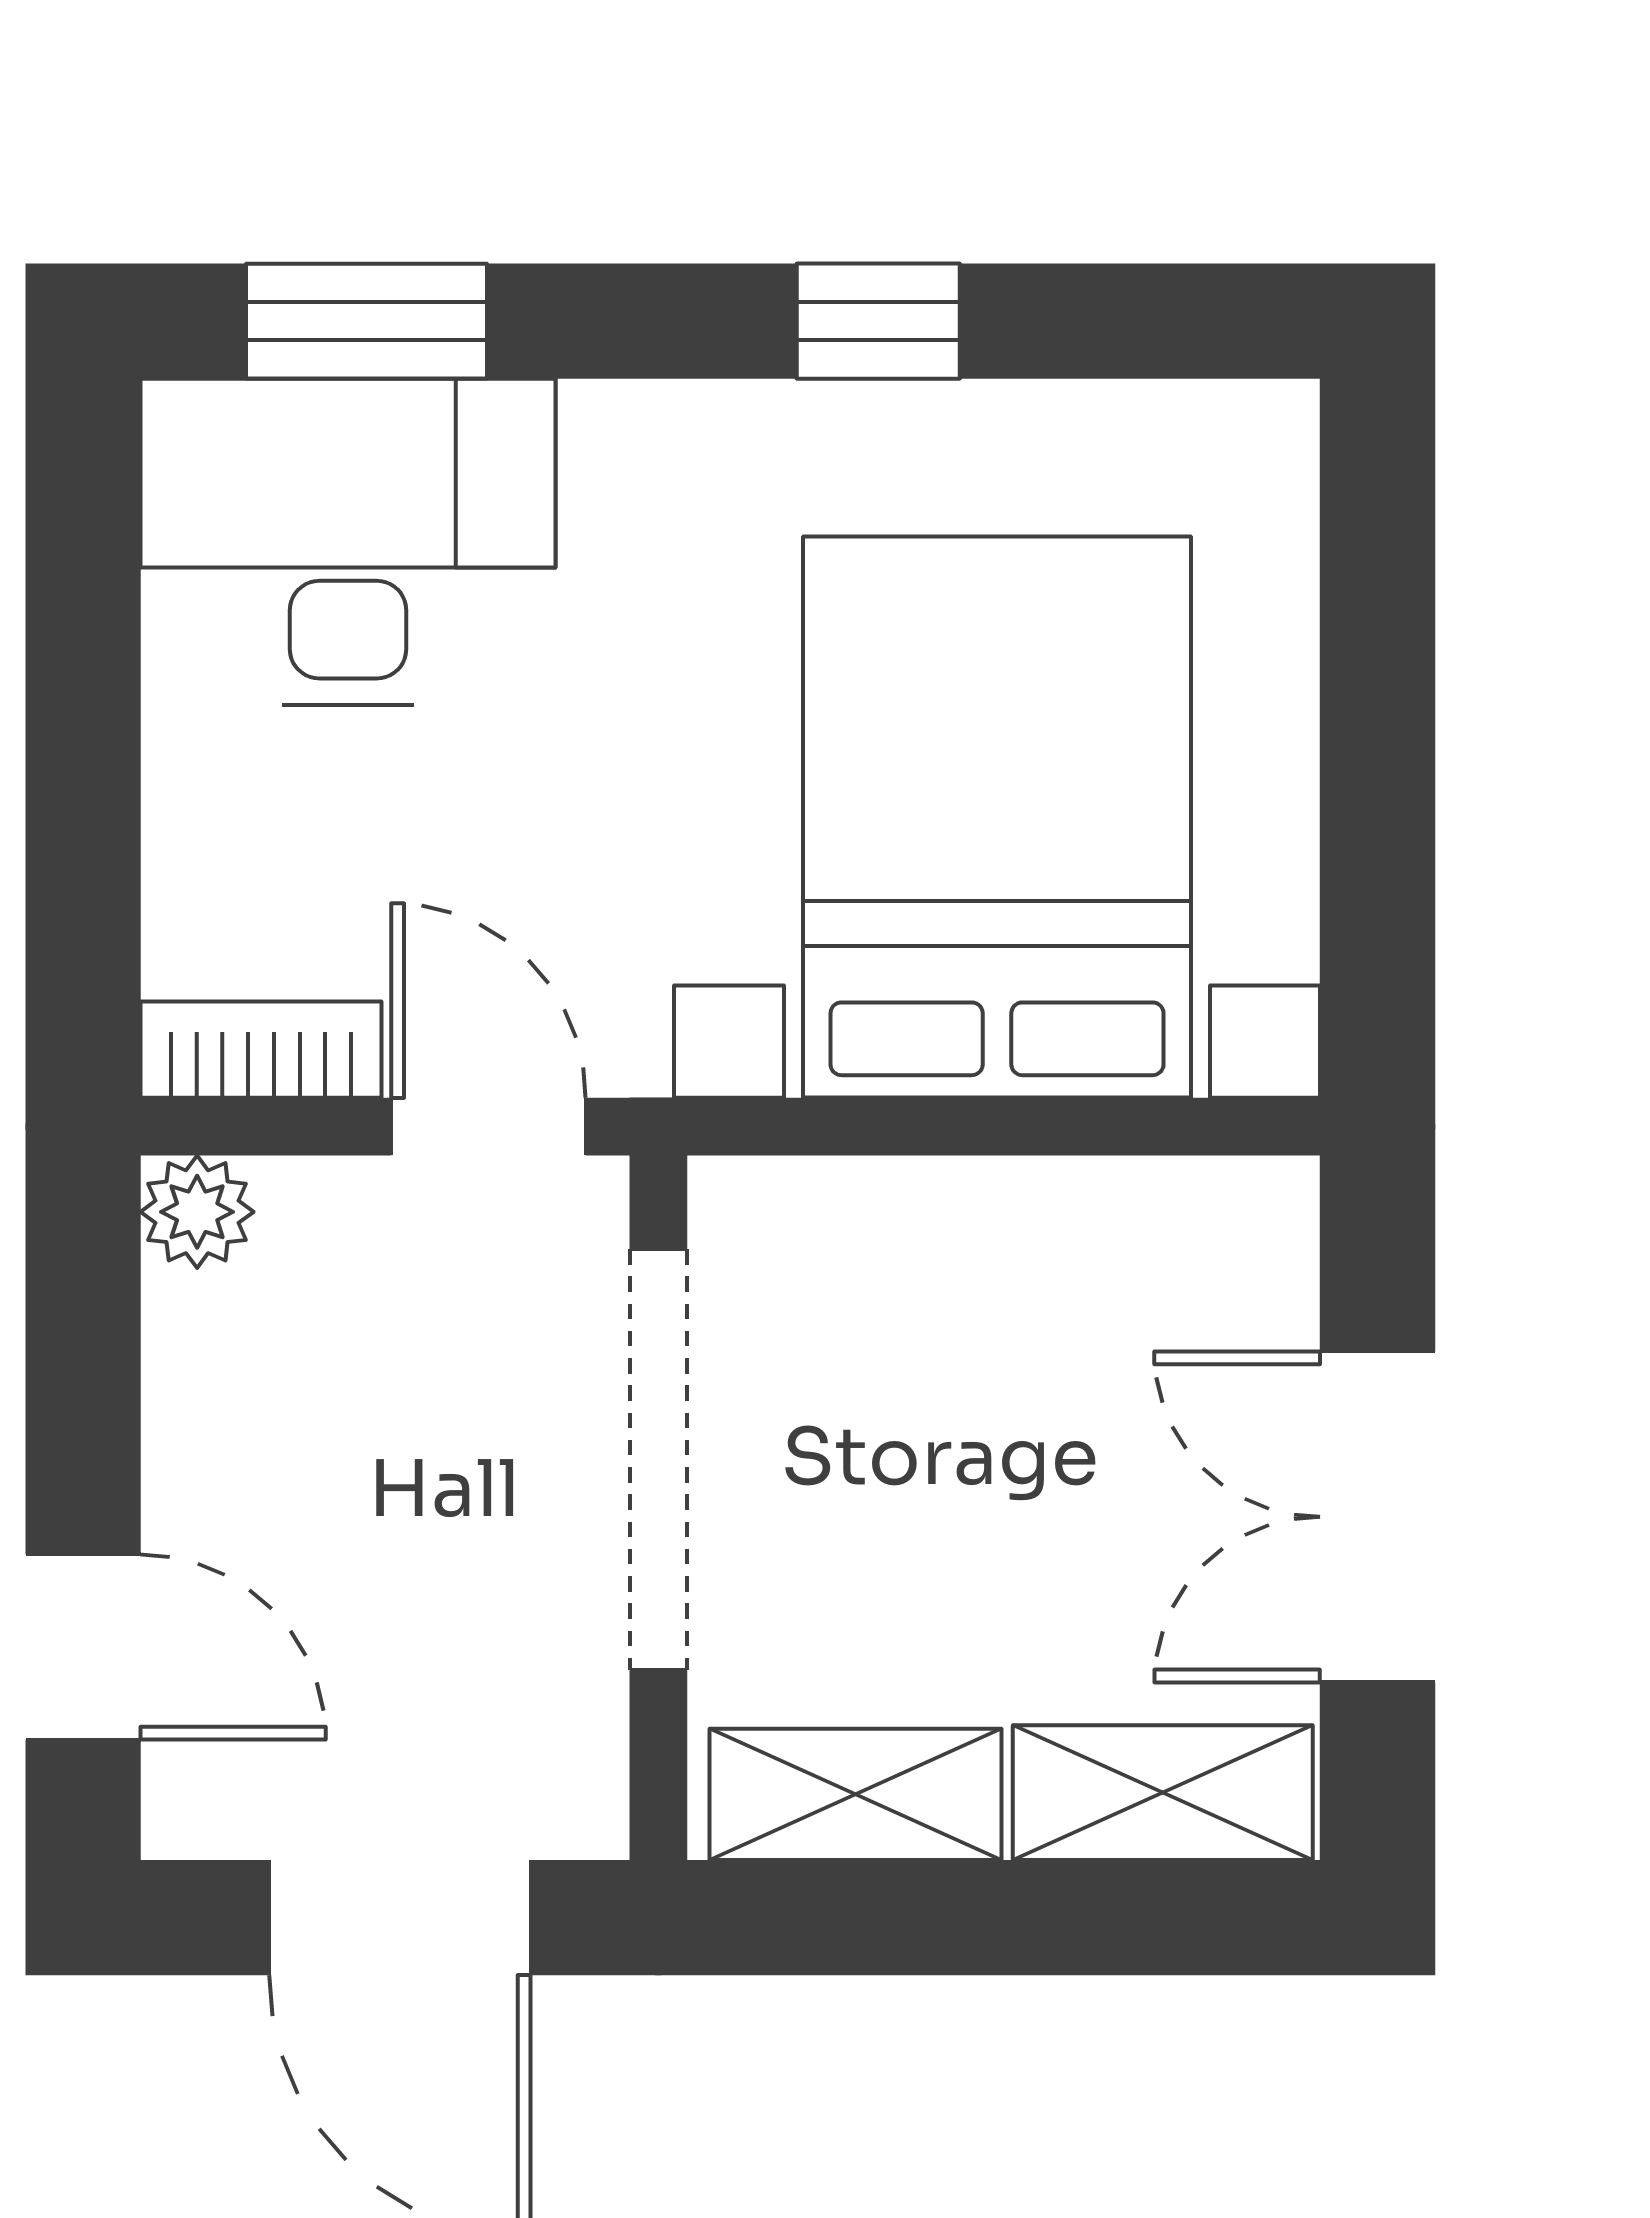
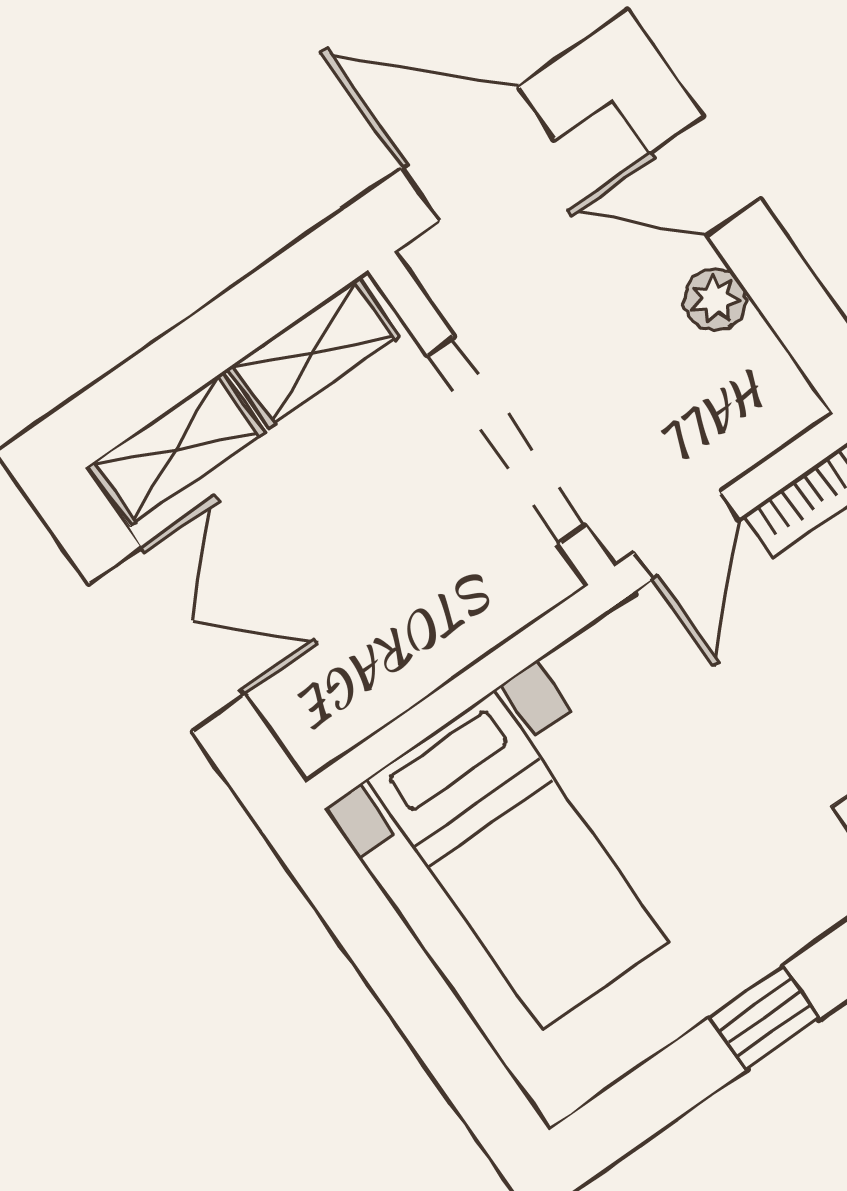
bed with nightstands: (997, 817) -> (518, 860), width x0.73
door: (488, 1127) -> (687, 536), hinge flipped
plant: (197, 1212) -> (715, 299), moved

